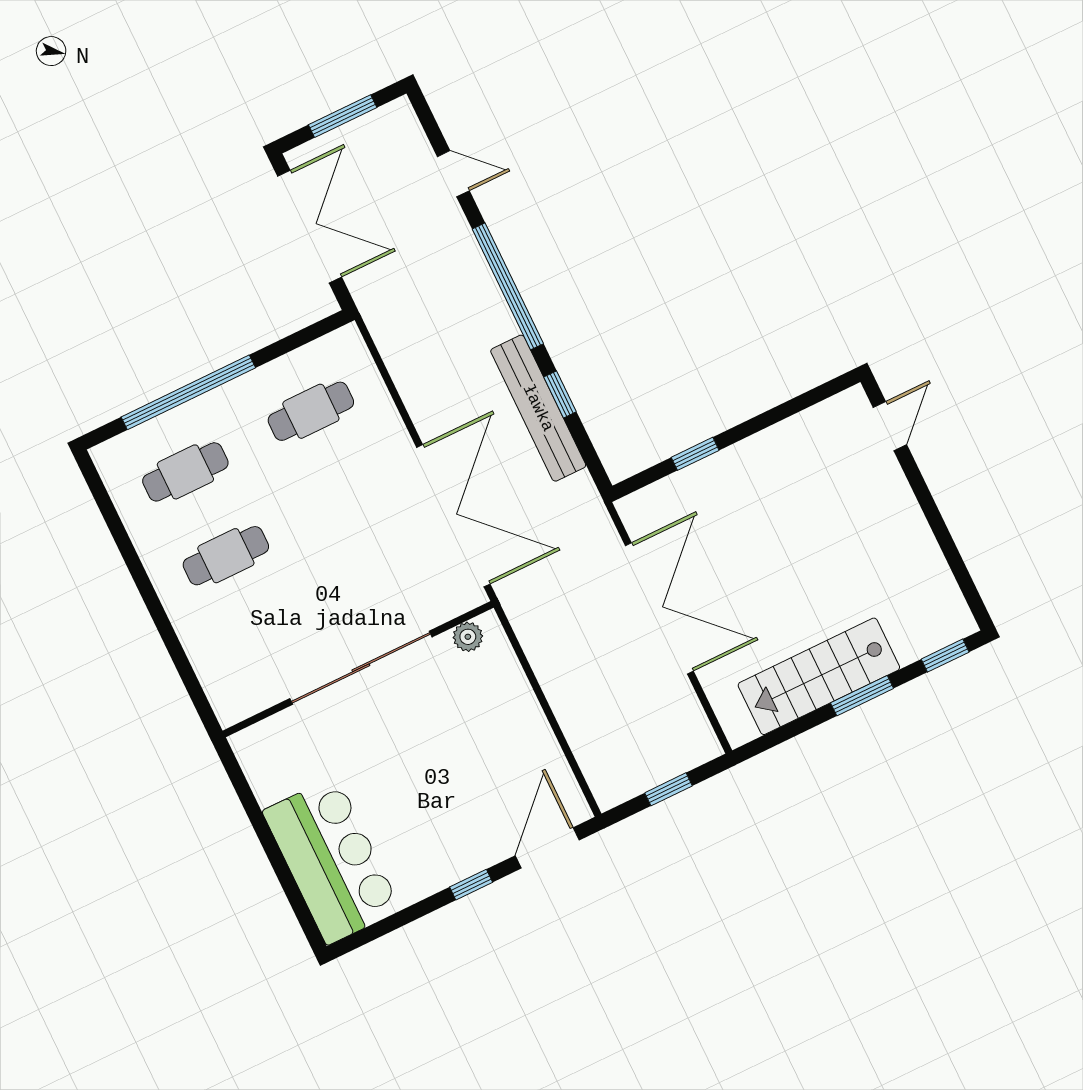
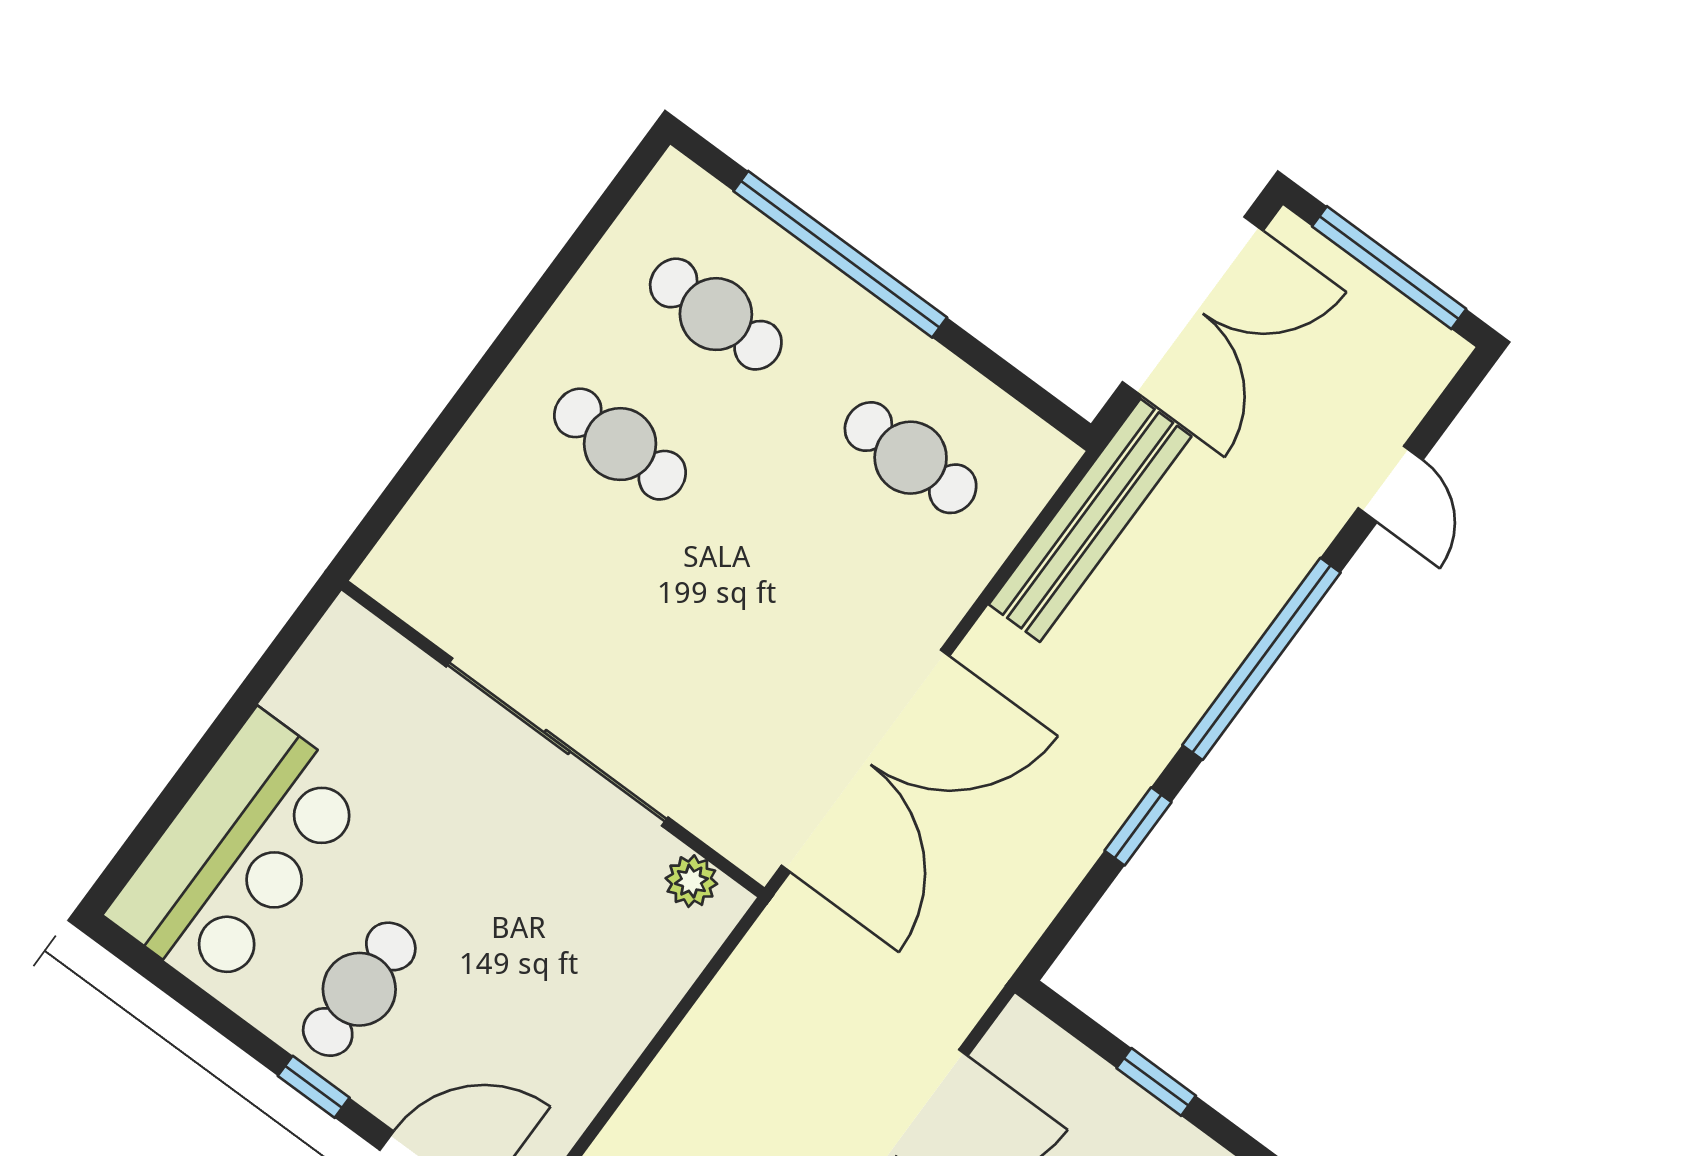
window: (343, 116) -> (1389, 268), width x1.44
bench: (538, 408) -> (1090, 520), moved
cafe table: (434, 835) -> (359, 989), added

